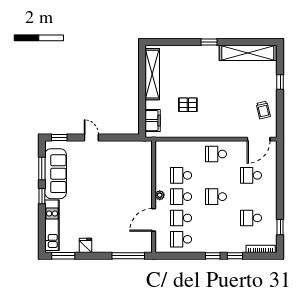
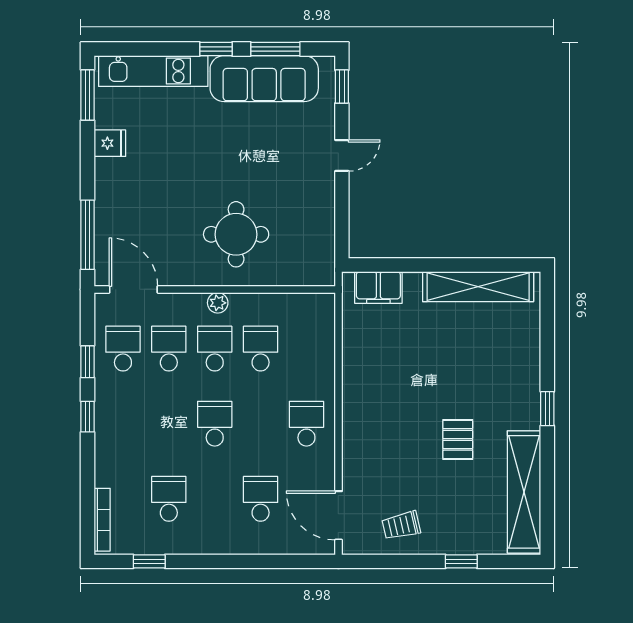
pallet: (188, 105) -> (458, 439), moved
round table: (128, 187) -> (236, 234), added
door: (154, 220) -> (133, 289), moved
window: (235, 256) -> (88, 362), moved

